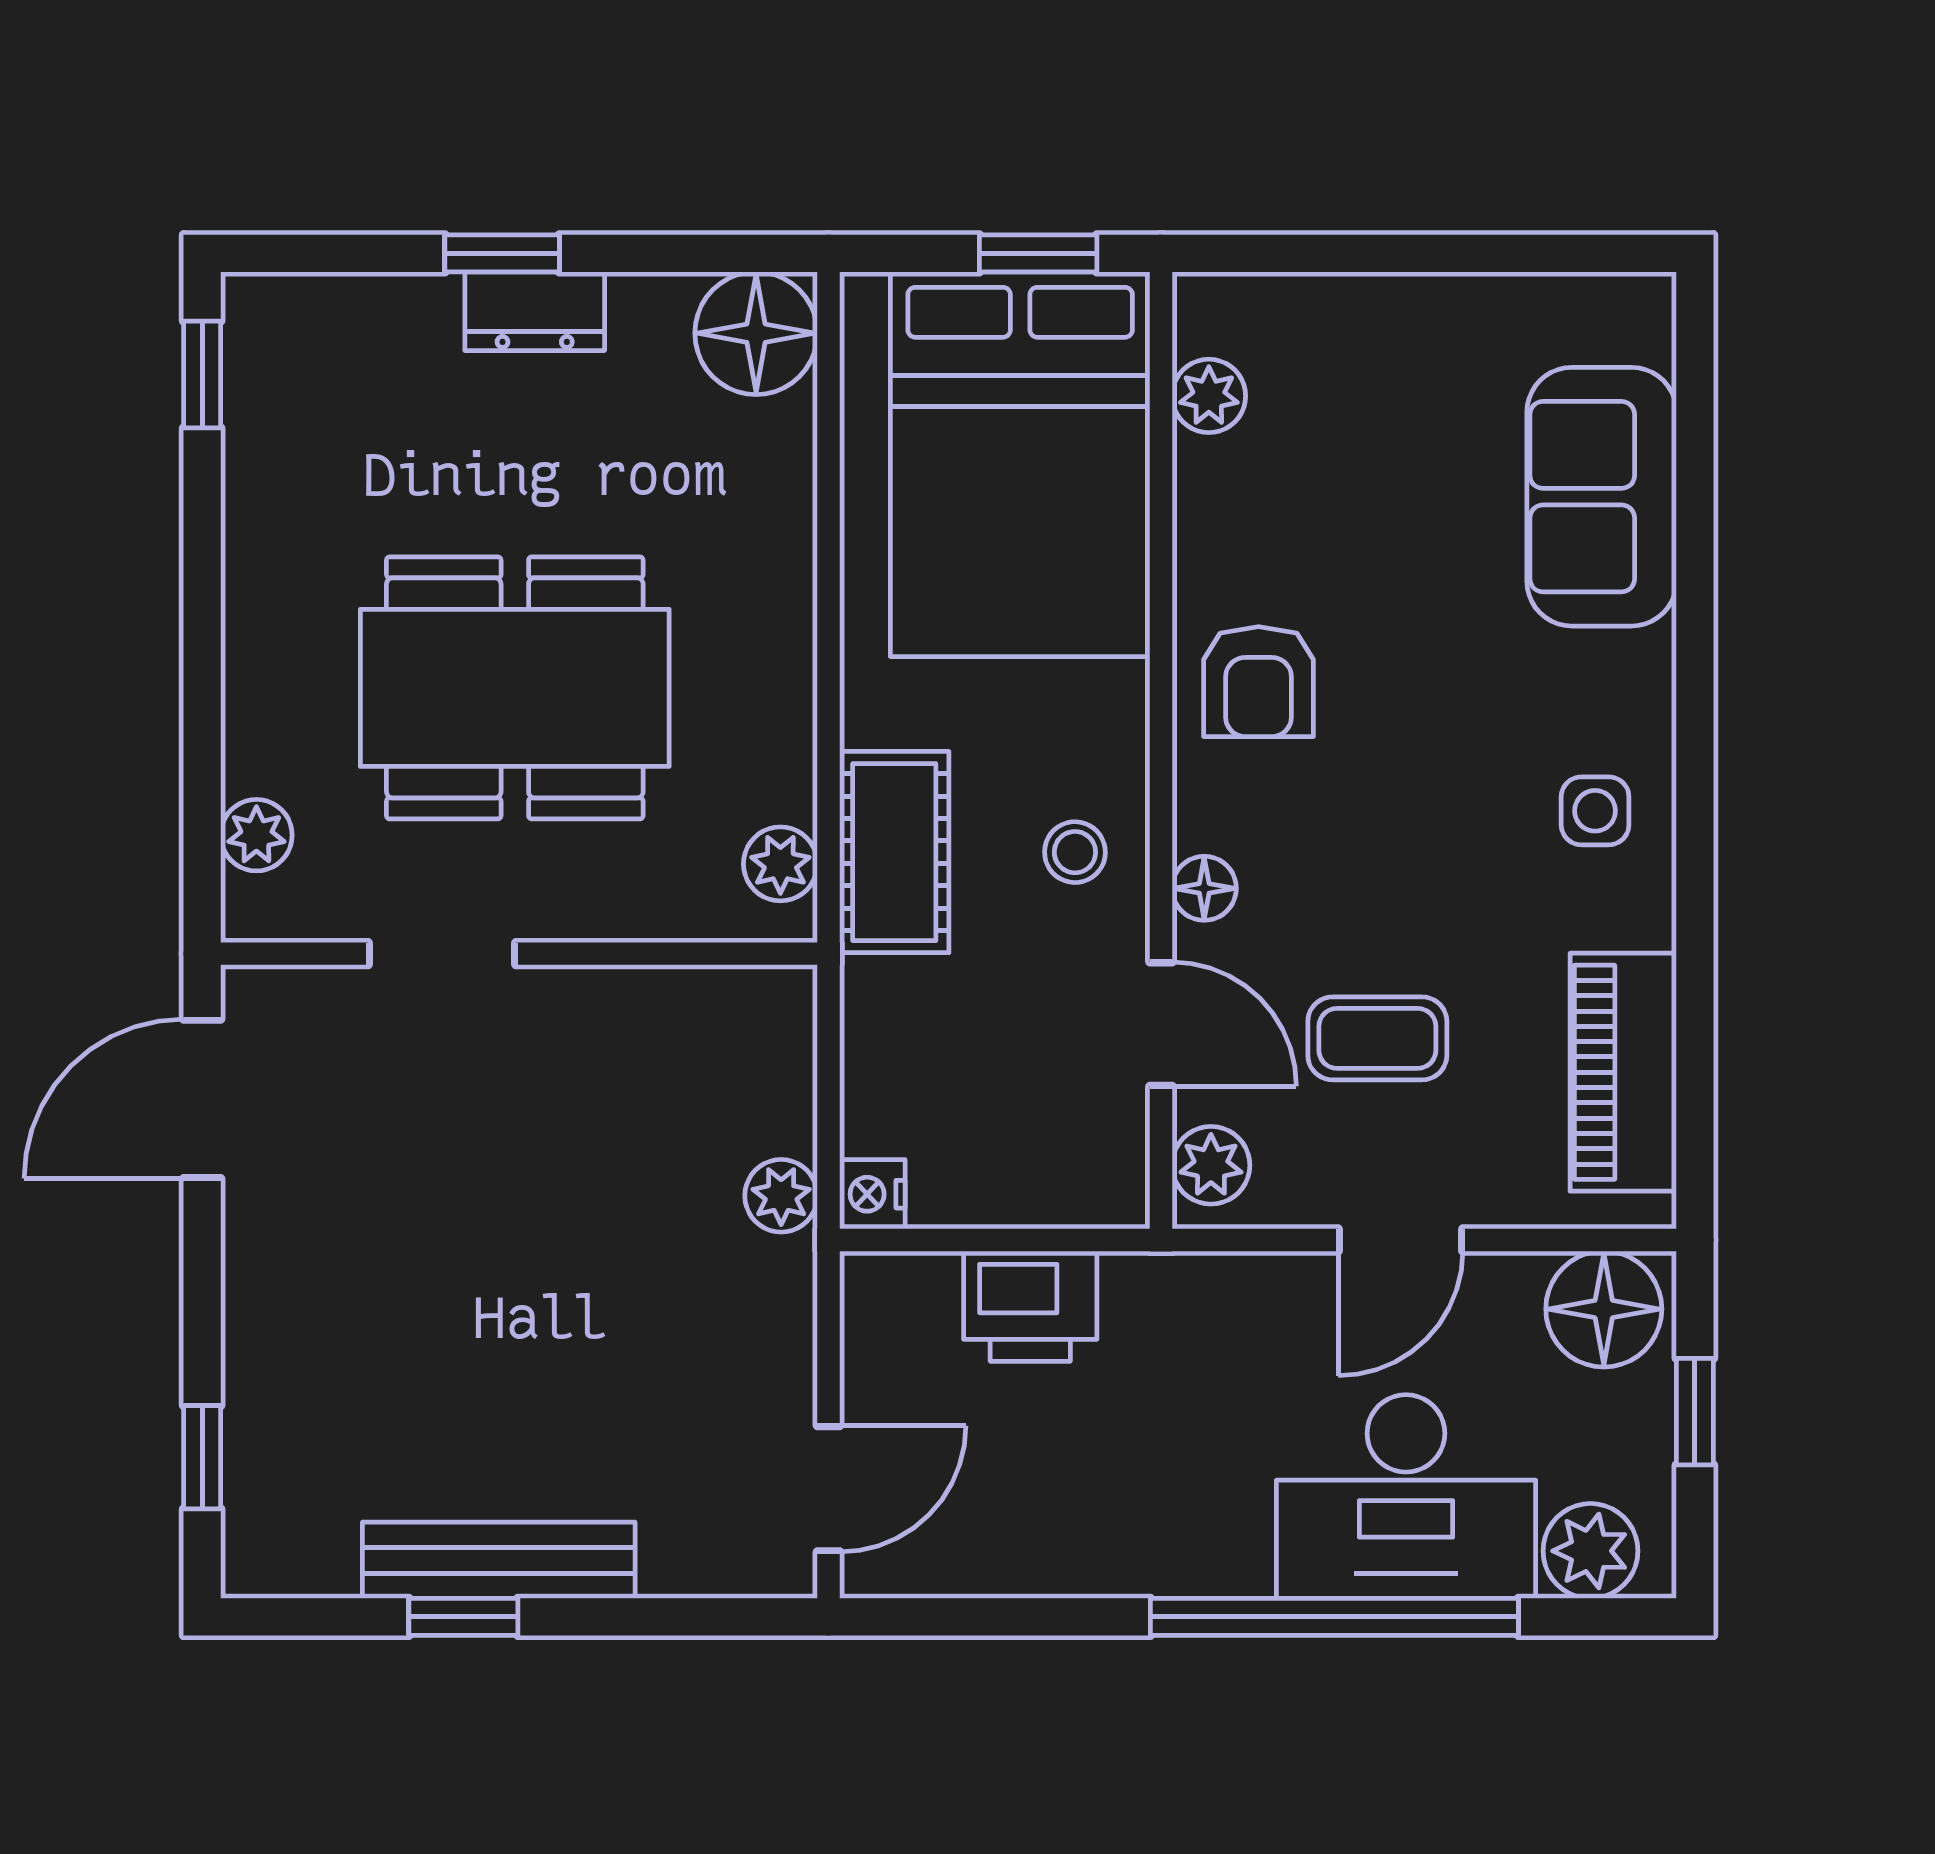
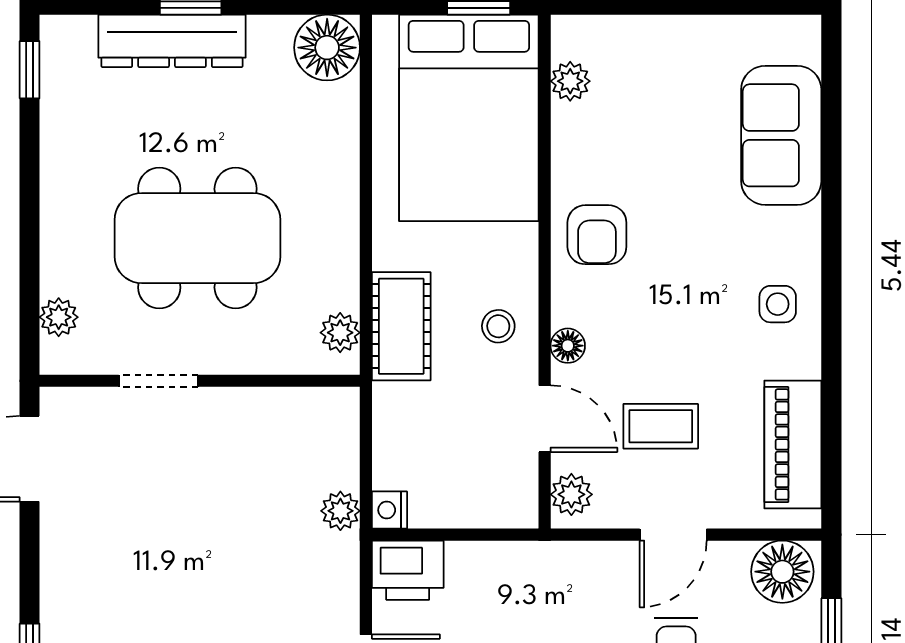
dresser: (535, 311) -> (172, 41), width x1.96, depth x1.24
printer: (1030, 1306) -> (408, 570), moved

